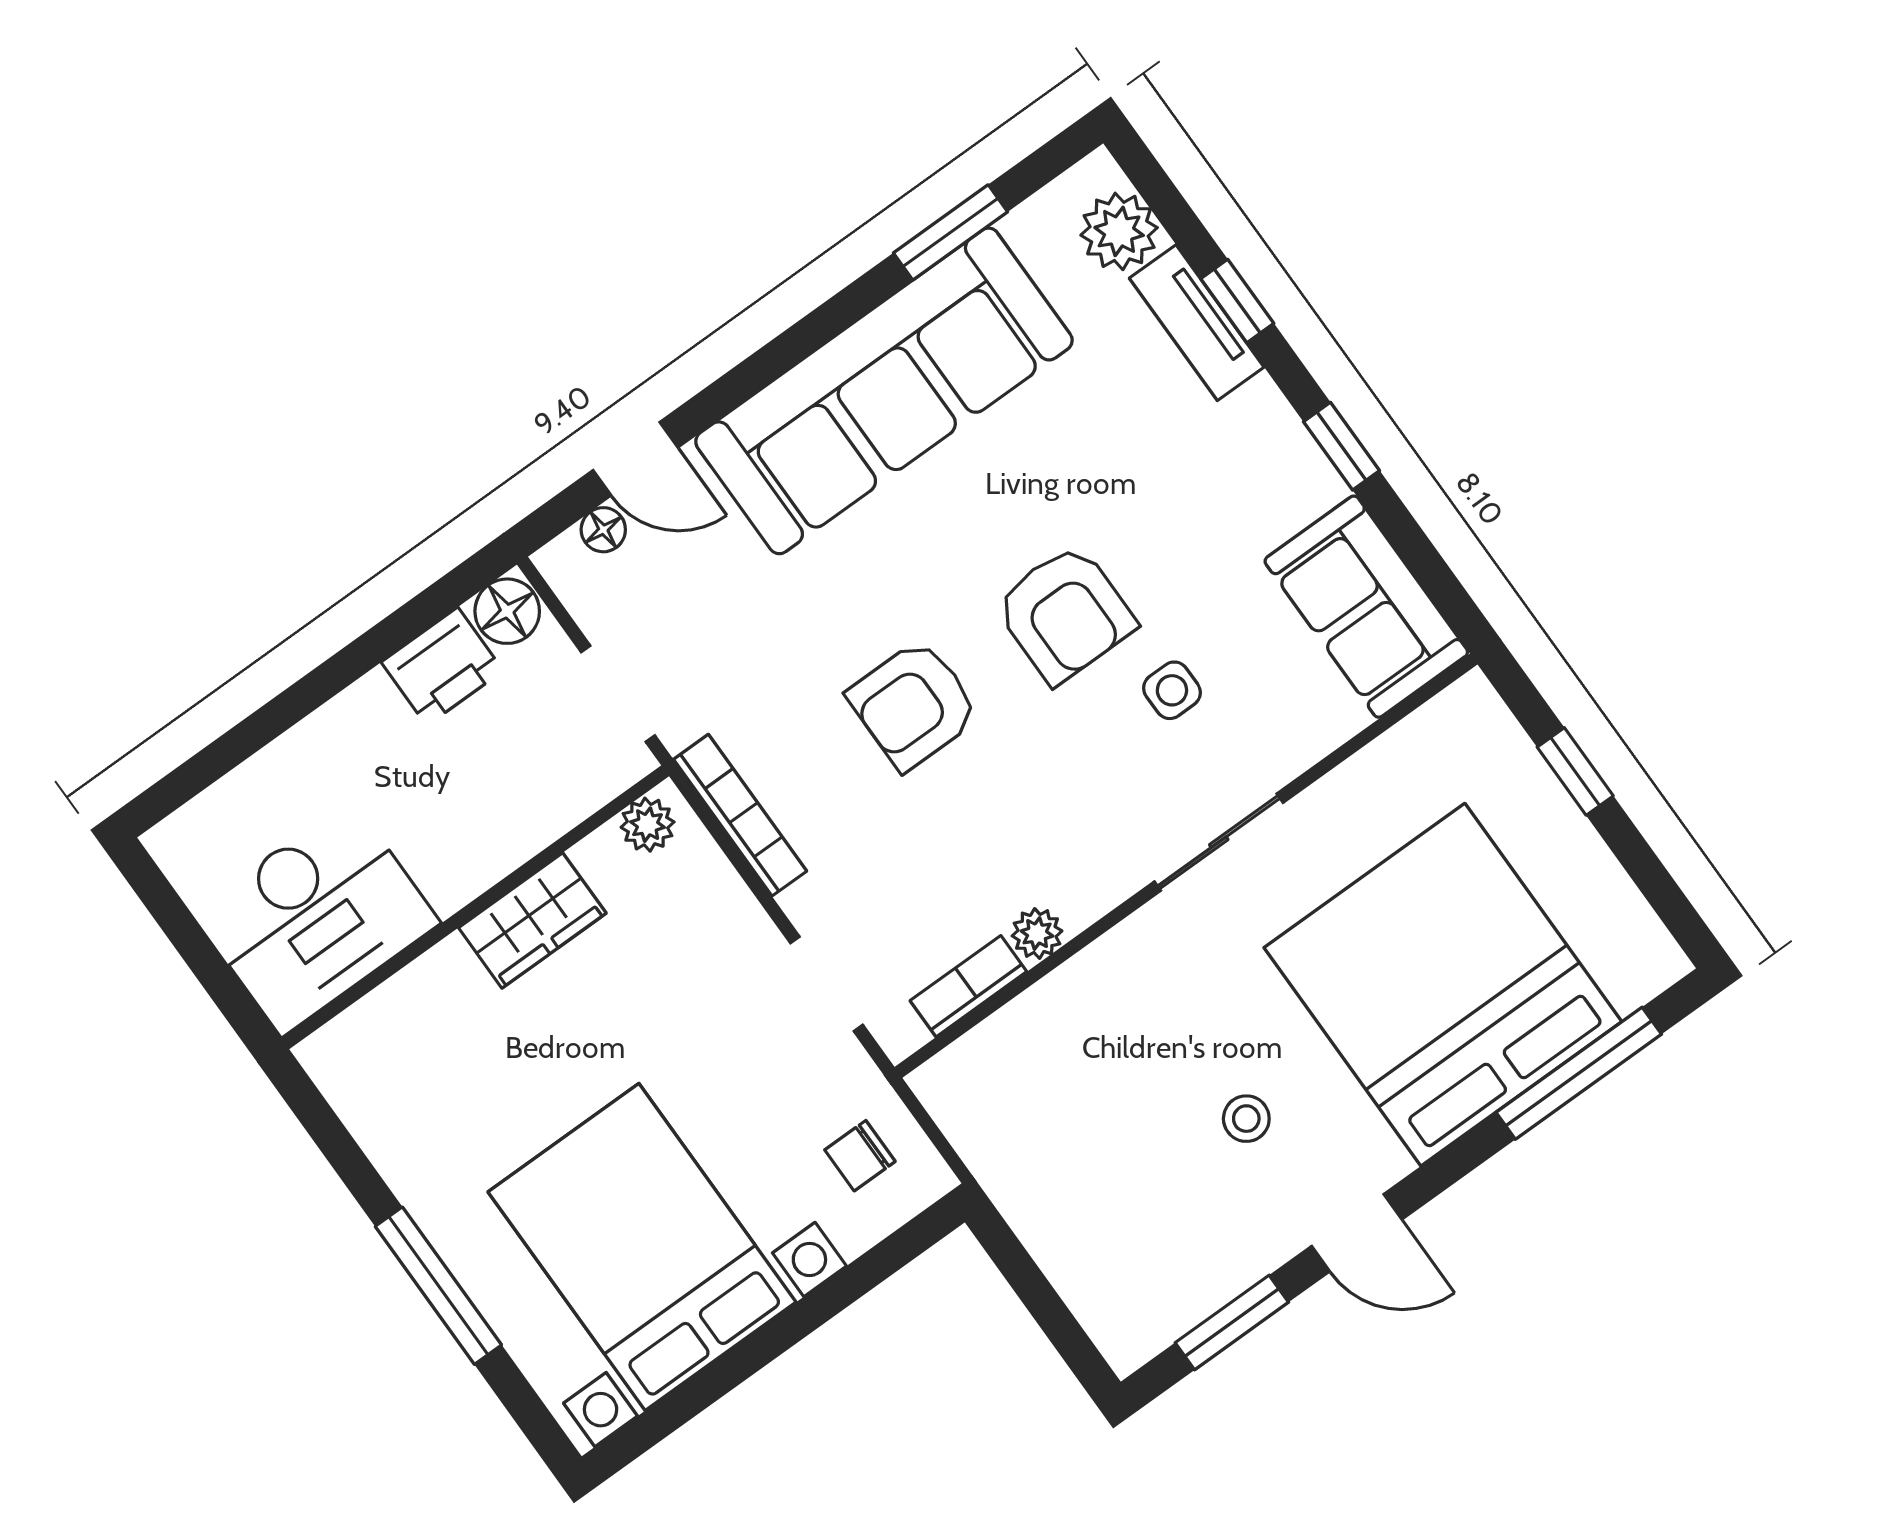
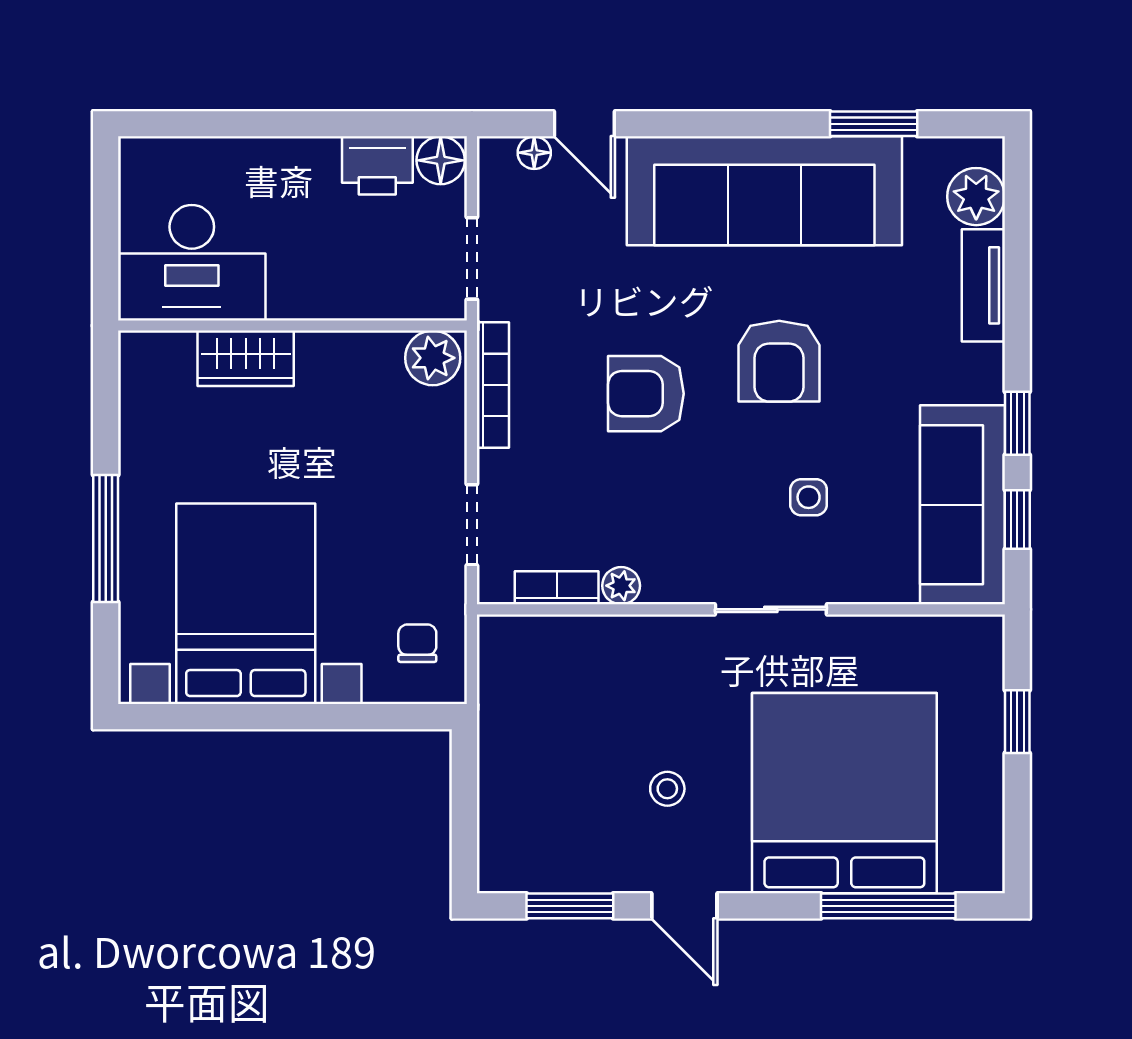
window: (1237, 301) -> (1017, 519), moved
sofa: (1366, 607) -> (963, 505), width x1.36
armchair: (1065, 614) -> (779, 361), moved
plant: (648, 825) -> (433, 358), width x1.38, depth x1.38
wardrobe: (532, 920) -> (246, 358), moved
chair: (860, 1156) -> (417, 643), turned 90

